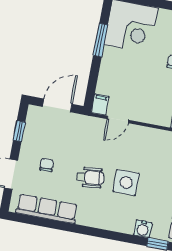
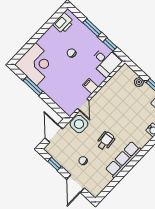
filing cabinet: (100, 104) -> (90, 86), moved
side table: (126, 182) -> (79, 124), moved
row of seats: (47, 209) -> (123, 159), moved

